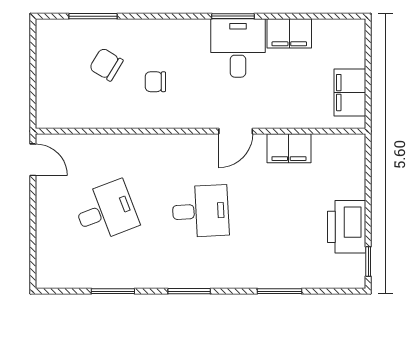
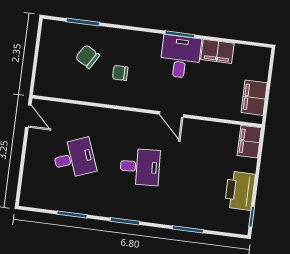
door: (236, 131) -> (171, 114), hinge flipped
filing cabinet: (289, 148) -> (249, 142), moved, turned 90

